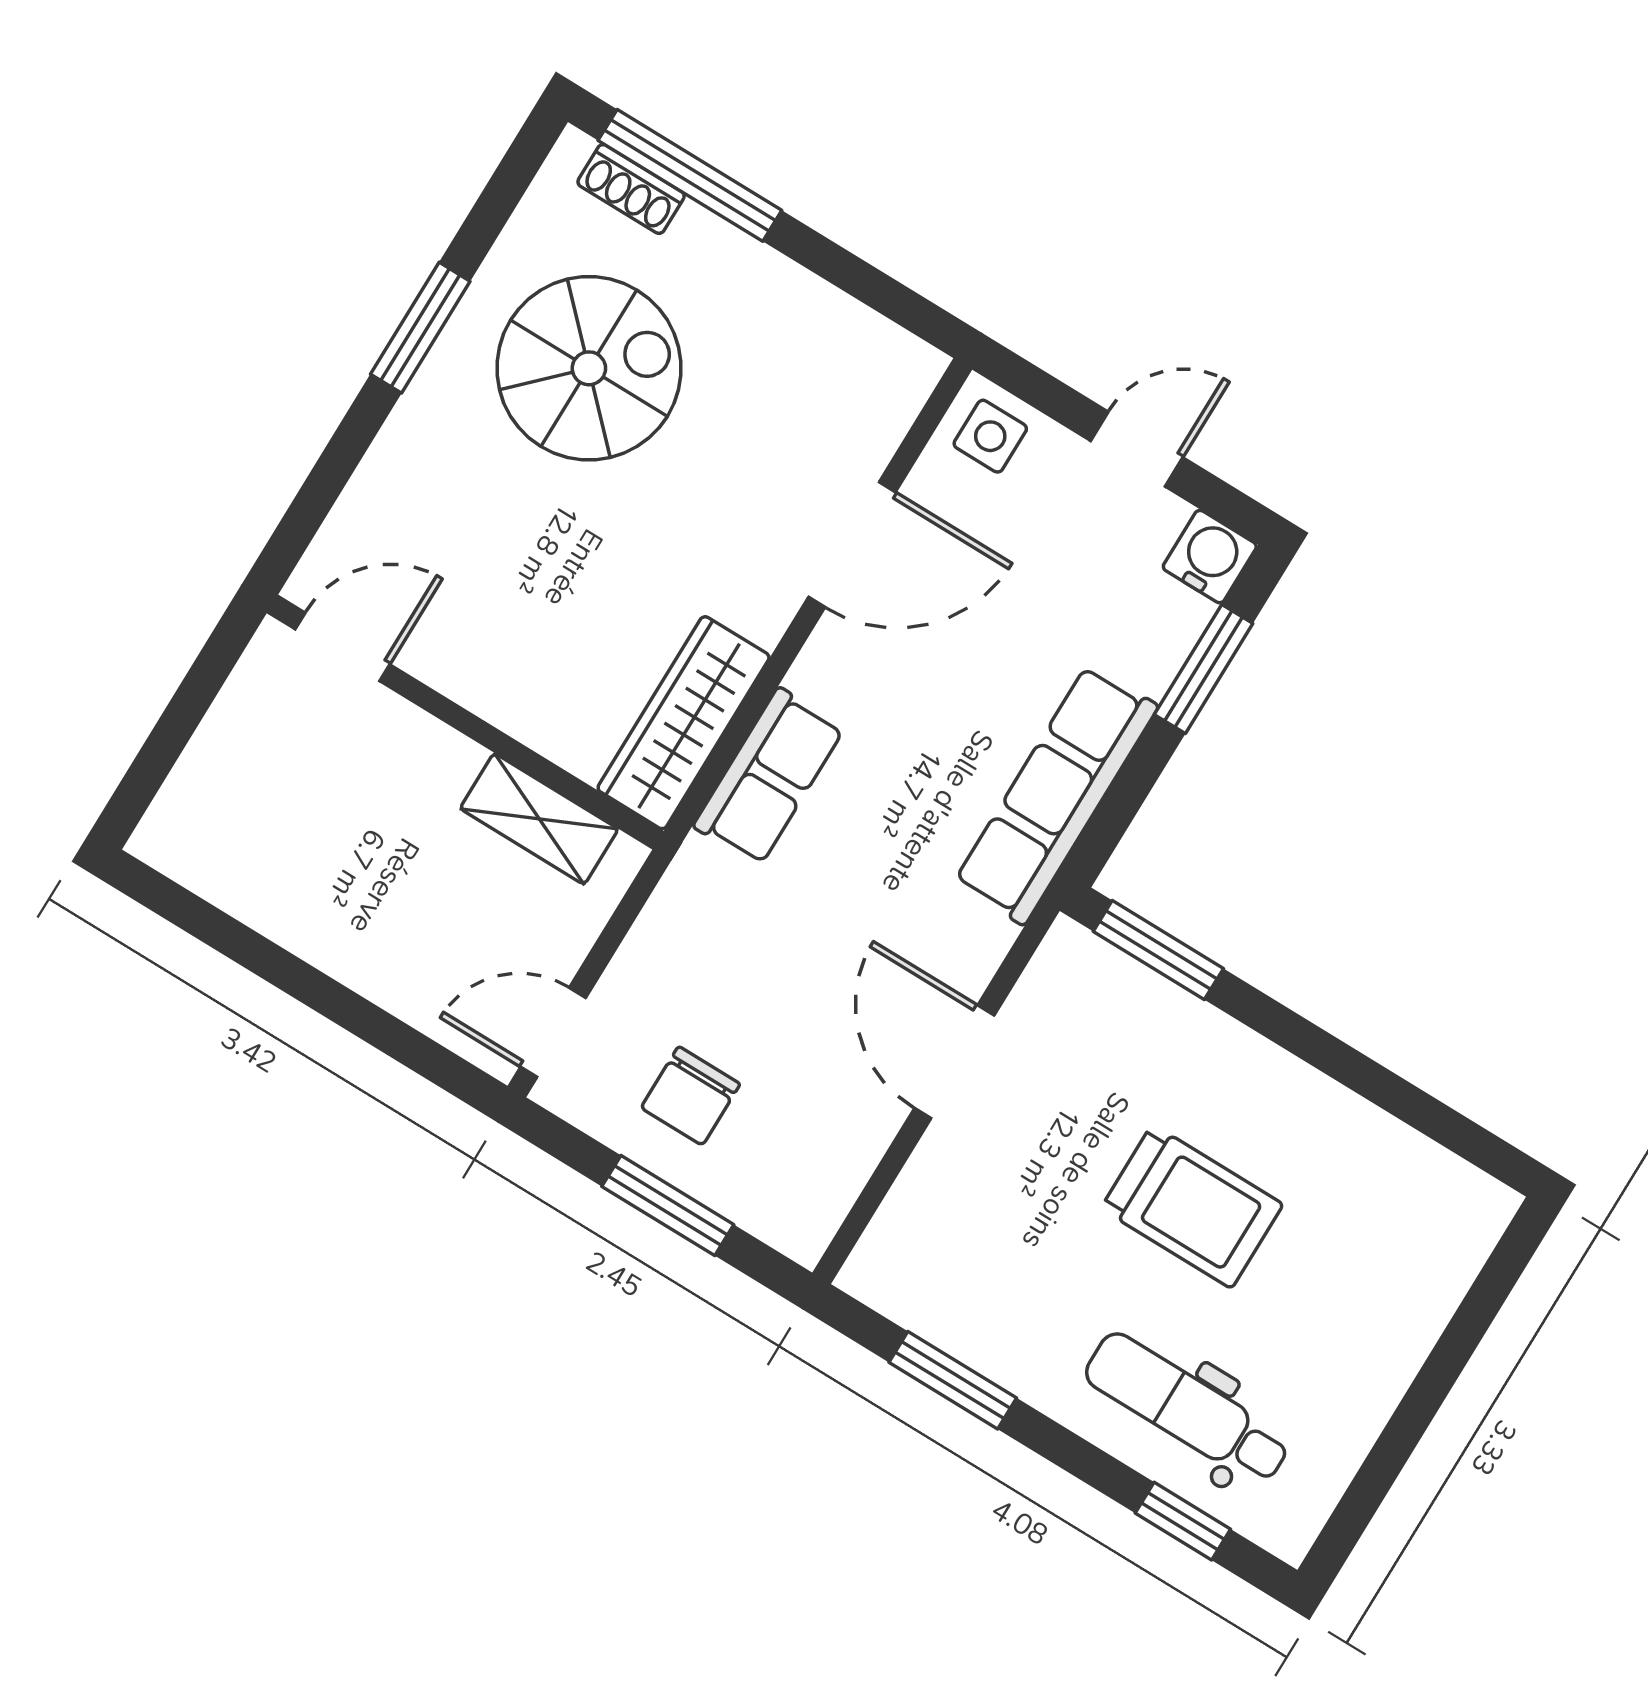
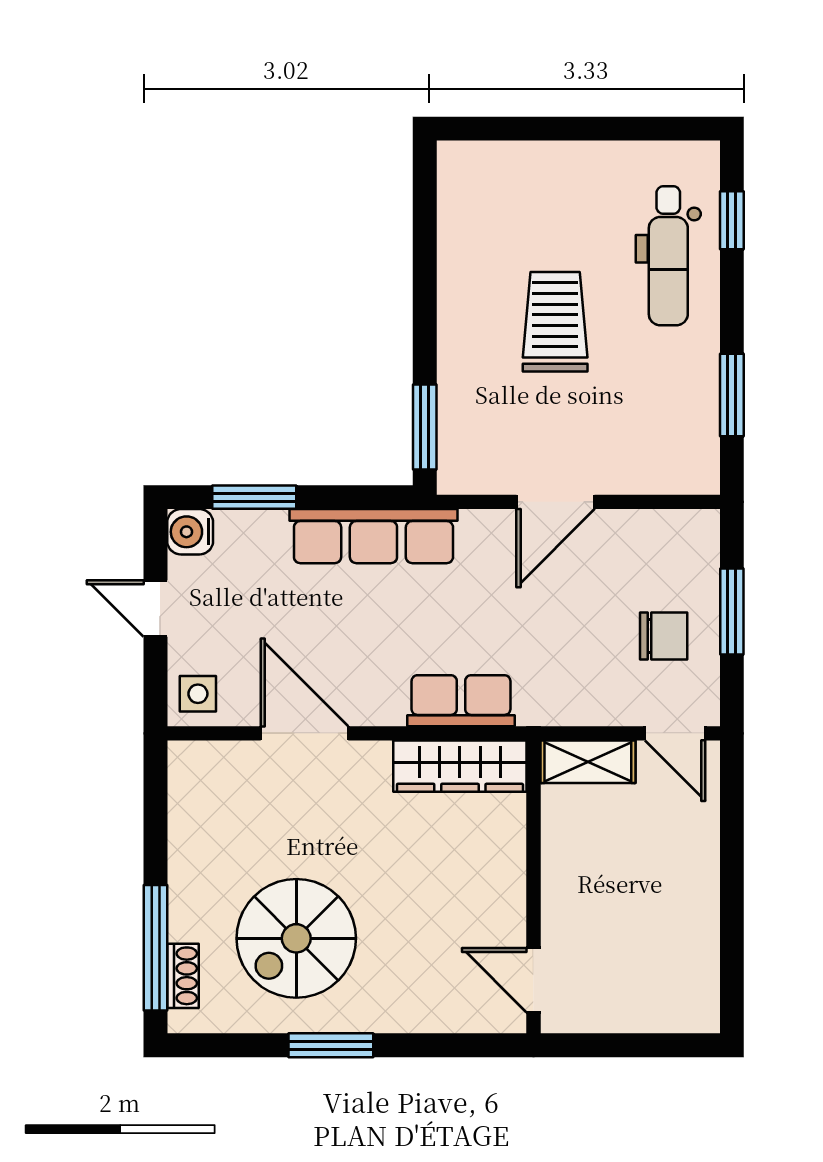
spiral stairs: (589, 368) -> (296, 938), turned -90
shelving: (539, 819) -> (588, 762), moved, turned 90

